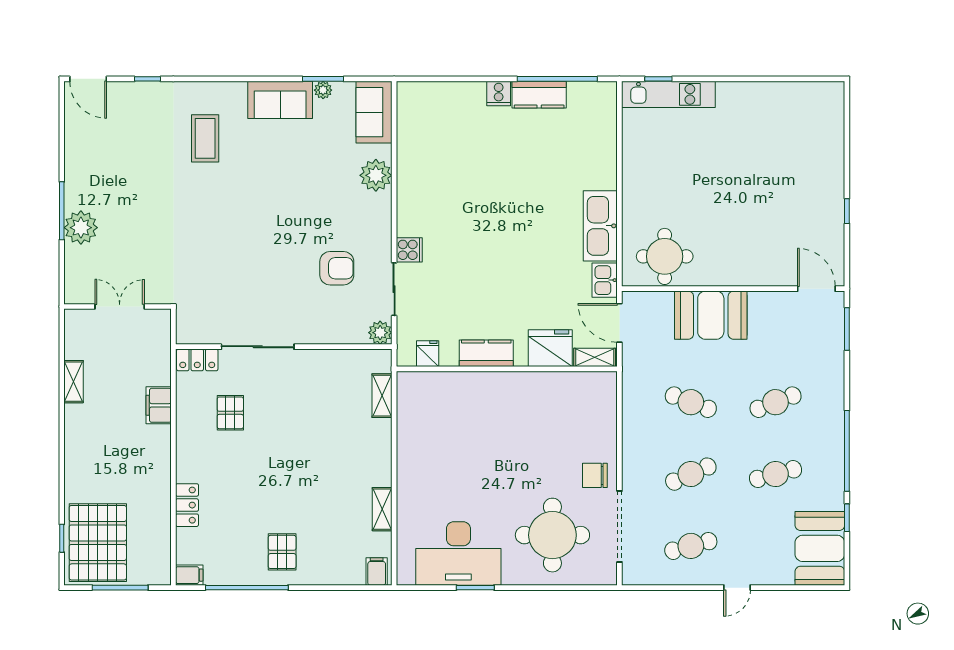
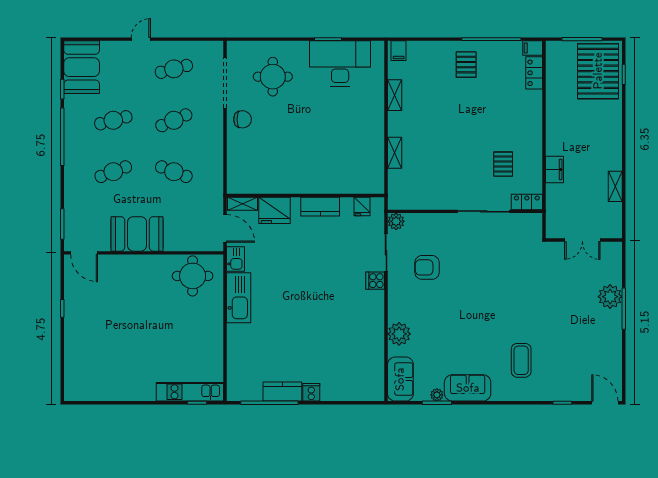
booth: (711, 315) -> (137, 234), moved
shelving: (382, 396) -> (395, 153), moved
locker: (187, 505) -> (534, 73), moved
round table: (552, 535) -> (273, 77), width x0.73, depth x0.73

